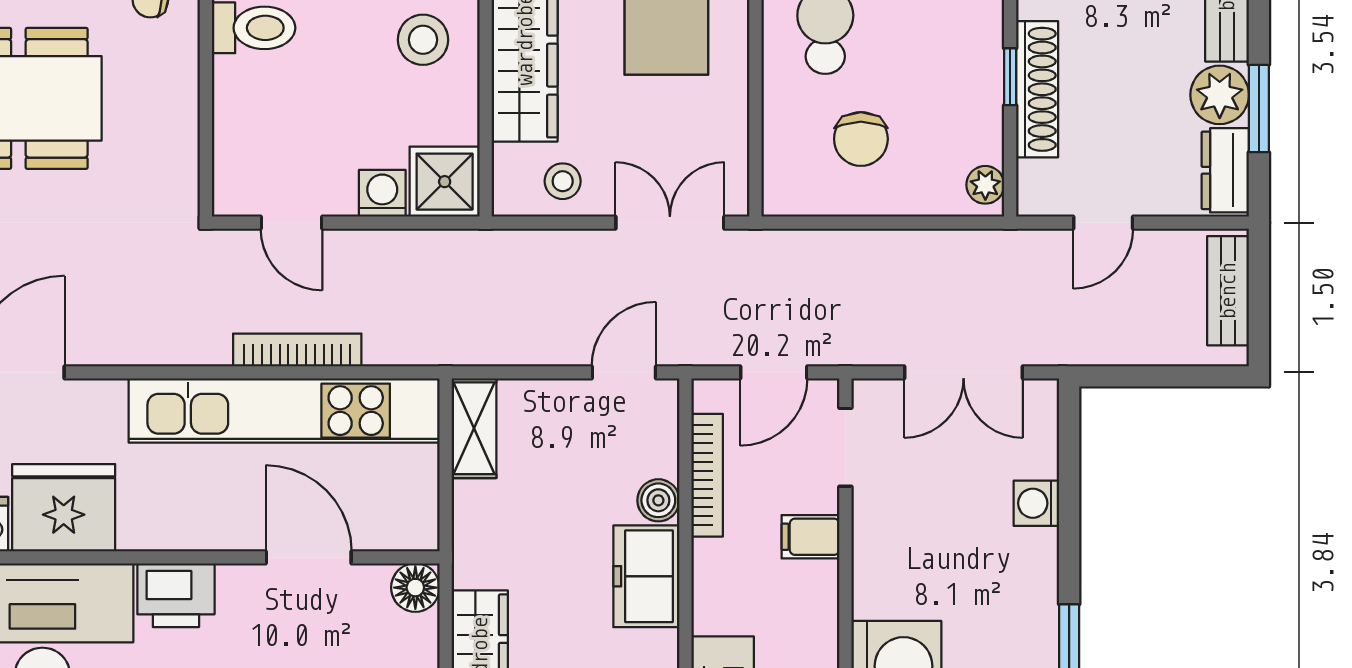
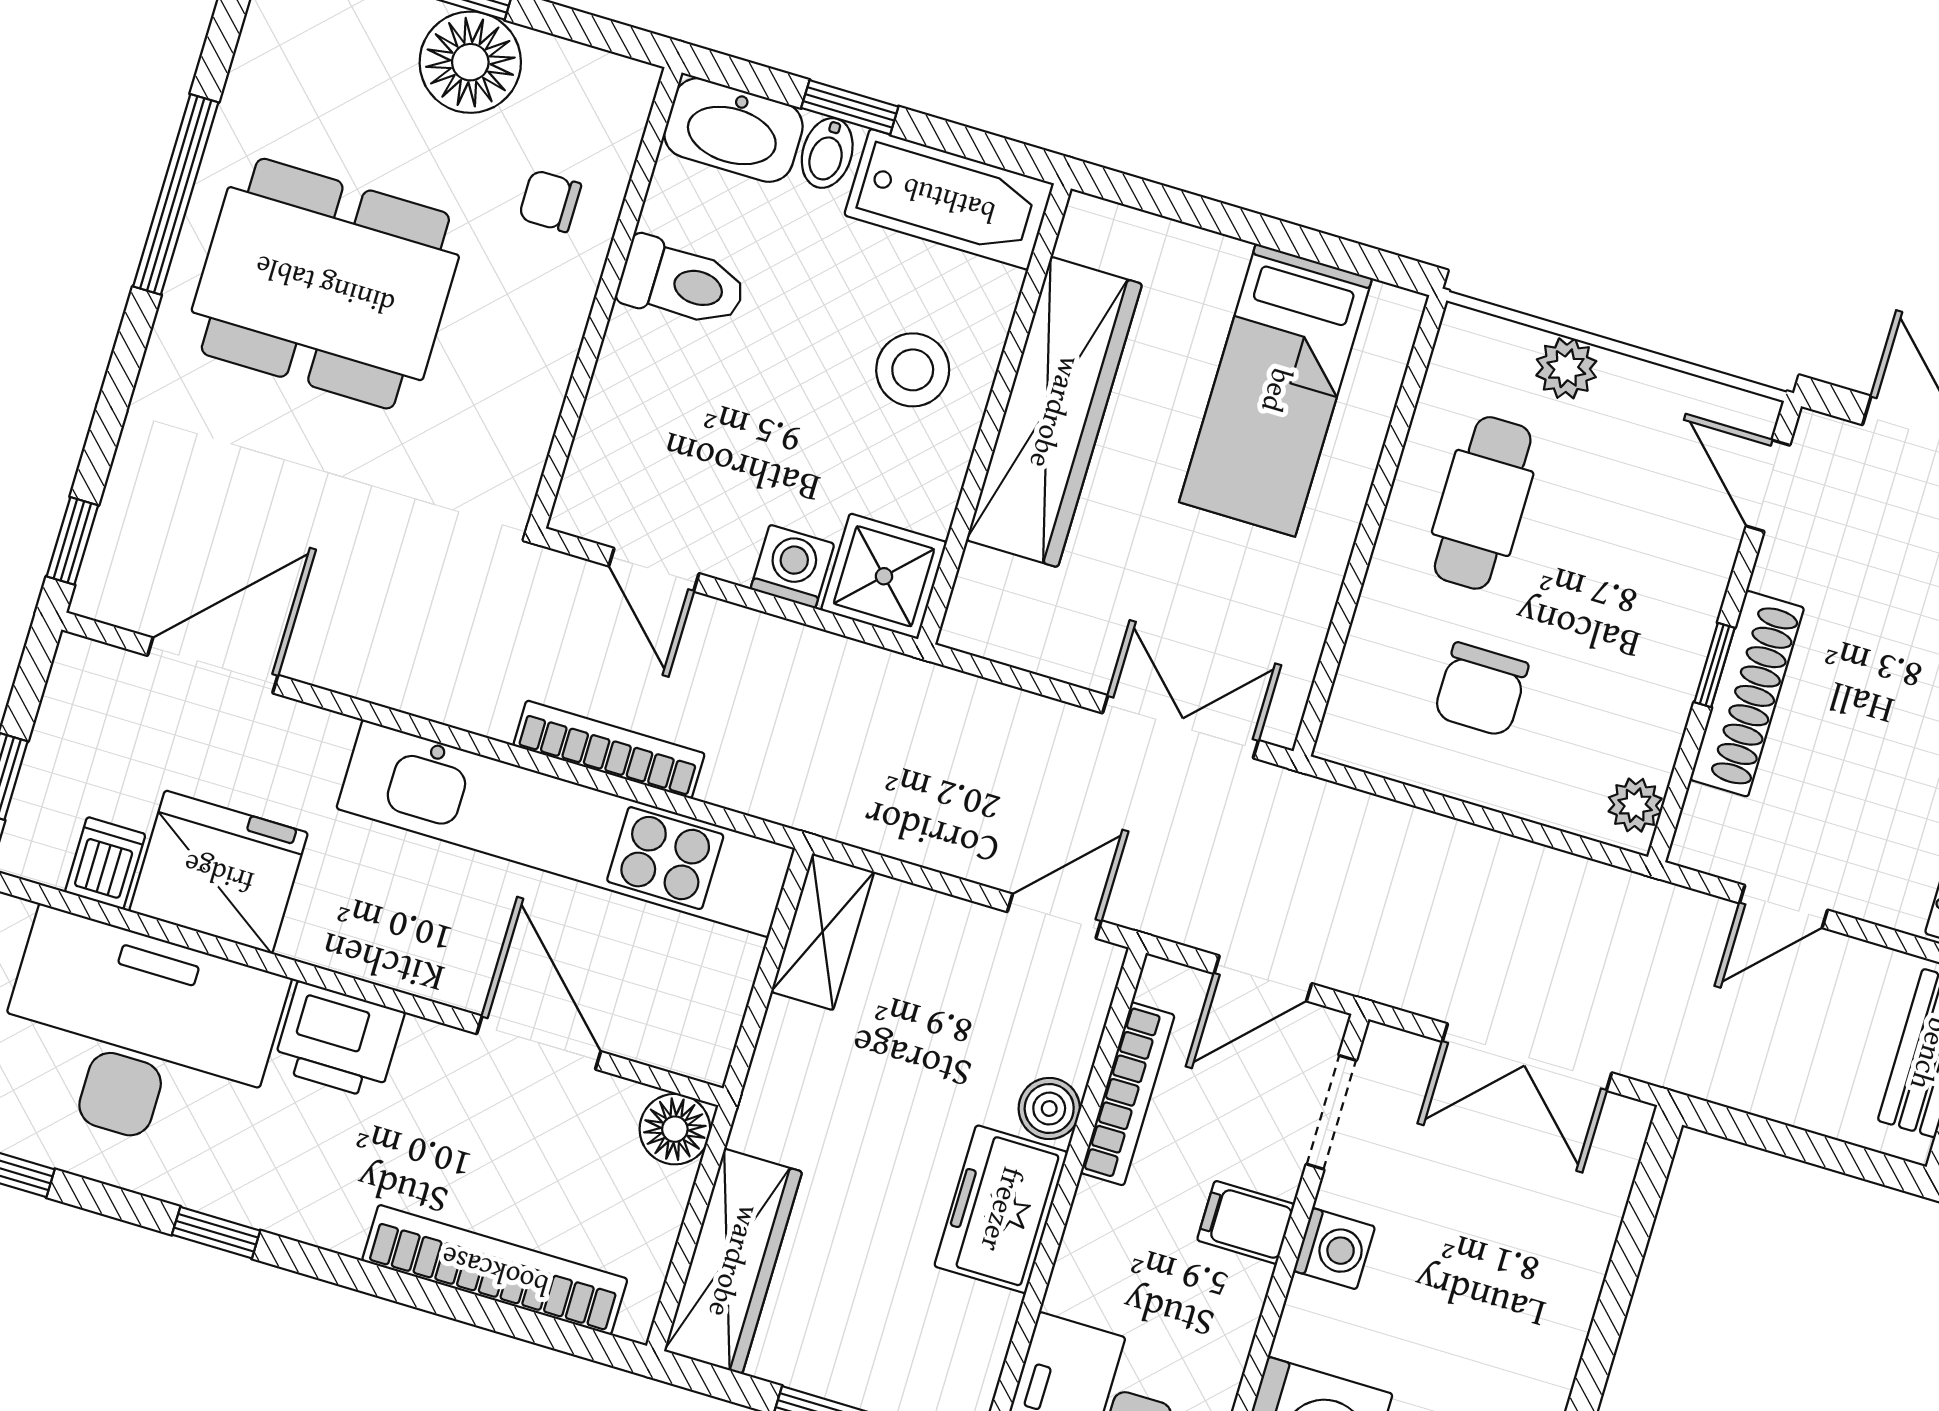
stool: (563, 181) -> (1048, 625), removed
washing machine: (1036, 503) -> (1334, 1249), moved, turned 180

